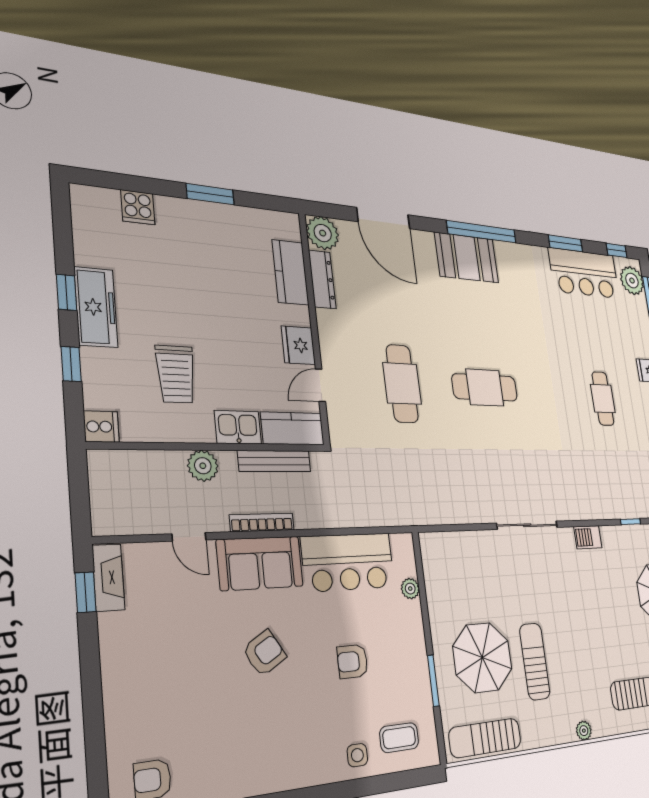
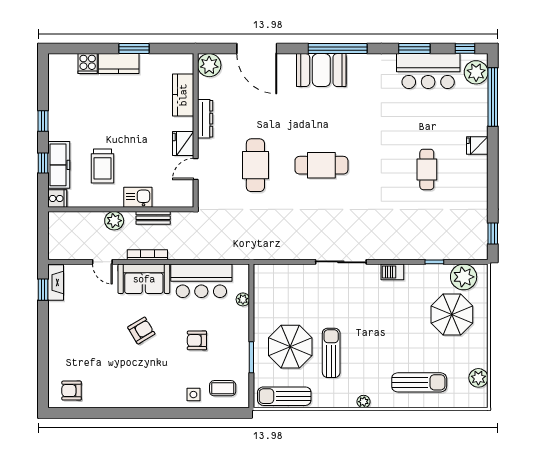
dresser: (322, 279) -> (205, 119), moved
freezer: (96, 307) -> (59, 165), moved
kitchen counter: (293, 428) -> (119, 64), moved, turned 180
bench: (274, 461) -> (153, 218), width x0.73

